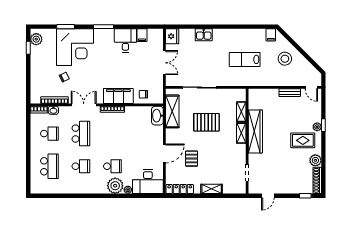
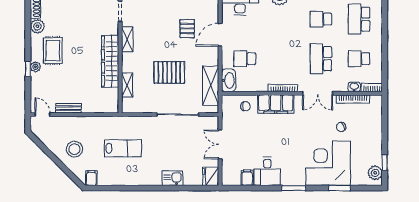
shelving: (241, 133) -> (127, 39), moved
rug: (303, 140) -> (53, 51), turned 90
school desk: (112, 166) -> (245, 59), moved

